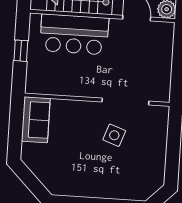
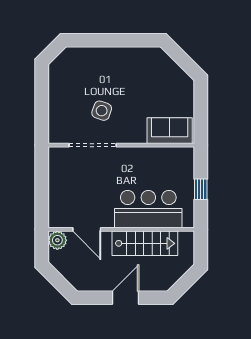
sofa: (36, 120) -> (170, 131), moved, turned 90

